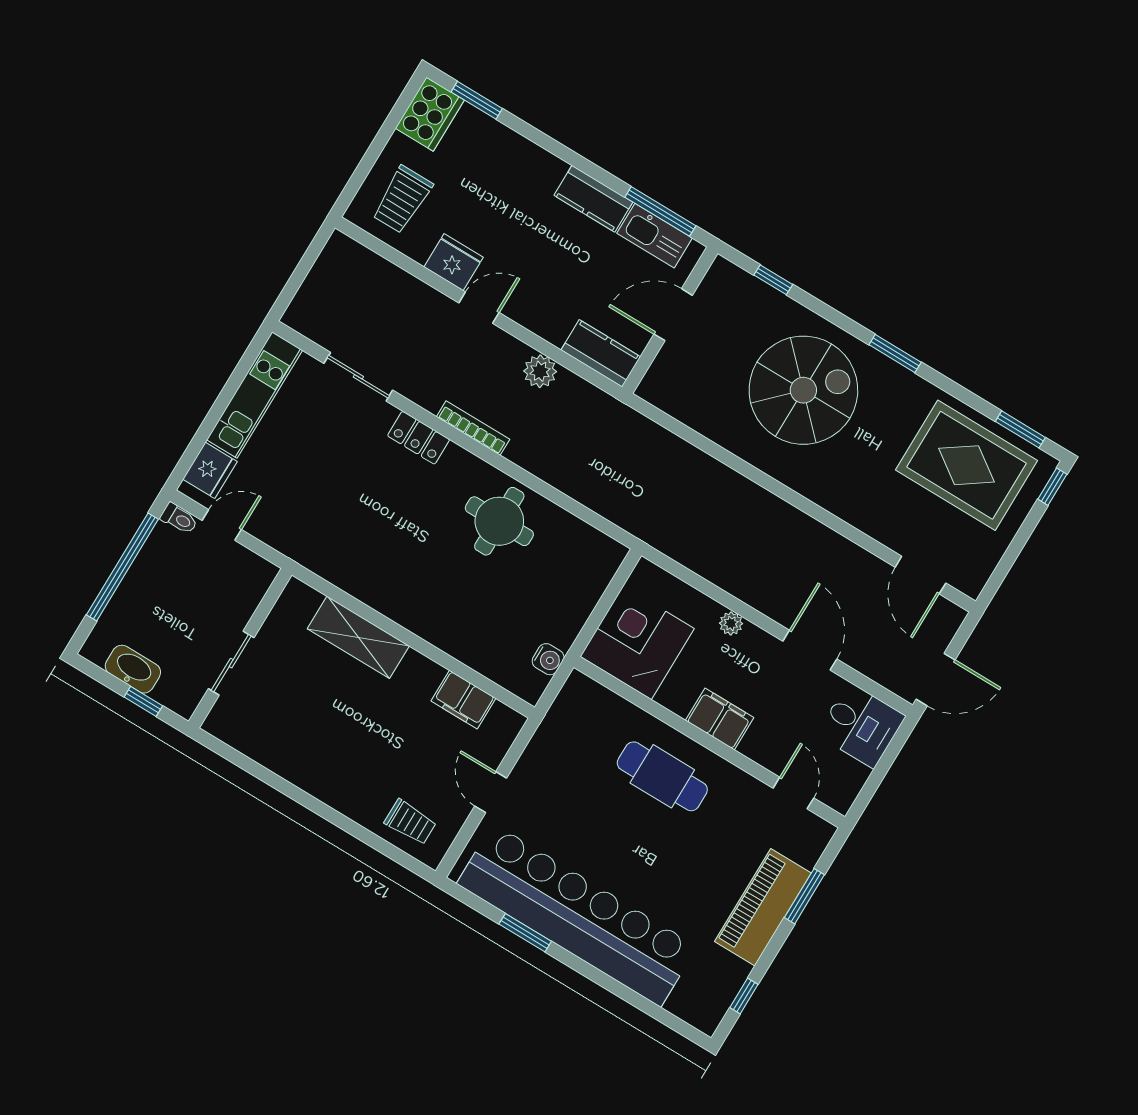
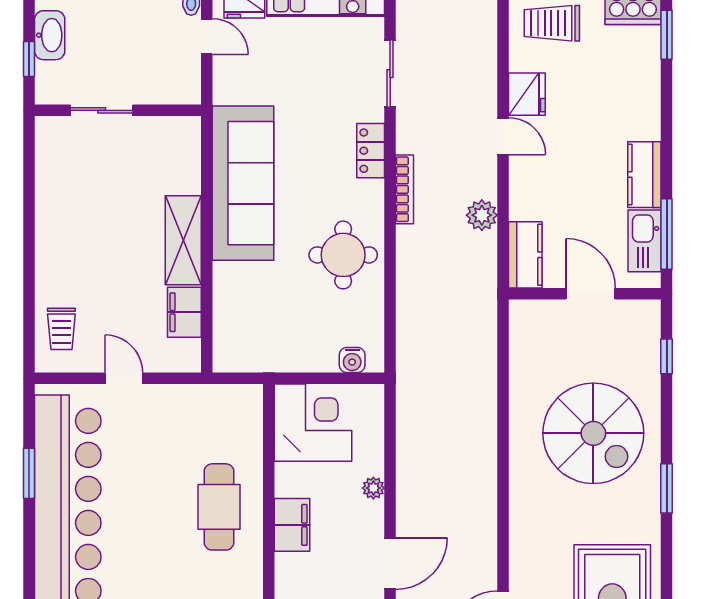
sofa: (377, 573) -> (243, 183), added
shelving: (358, 637) -> (183, 240), moved
water cooler: (548, 659) -> (352, 360), moved
door: (491, 792) -> (124, 378), hinge flipped

